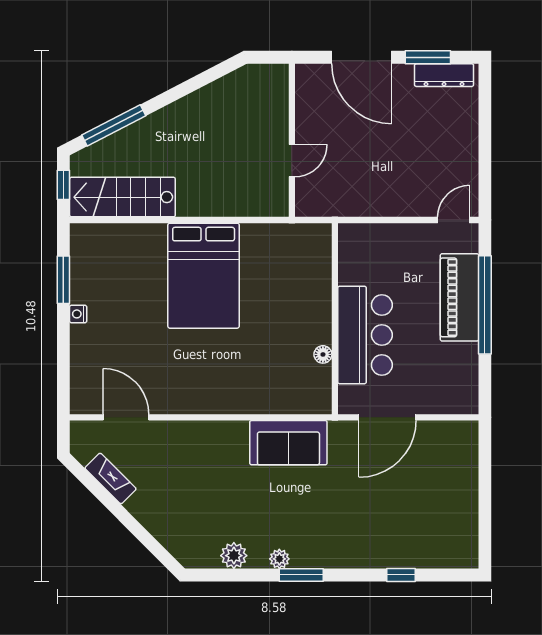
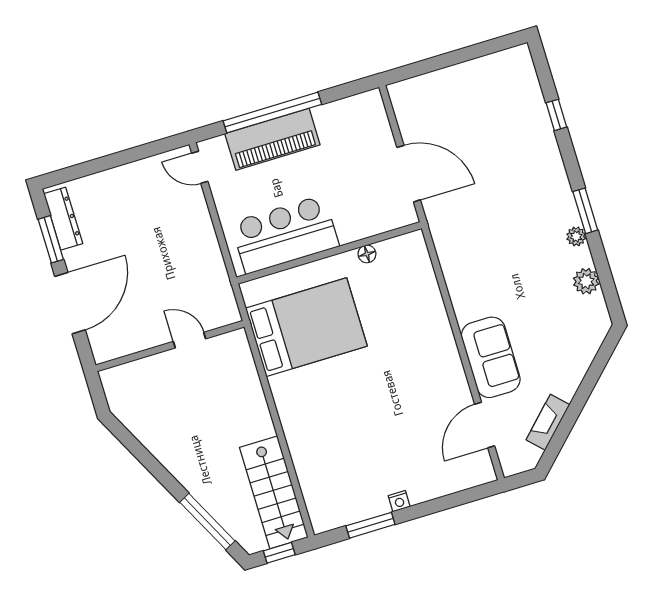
bed: (204, 276) -> (306, 327), moved
bar counter: (365, 335) -> (285, 235), moved
sofa: (288, 443) -> (491, 357), moved

